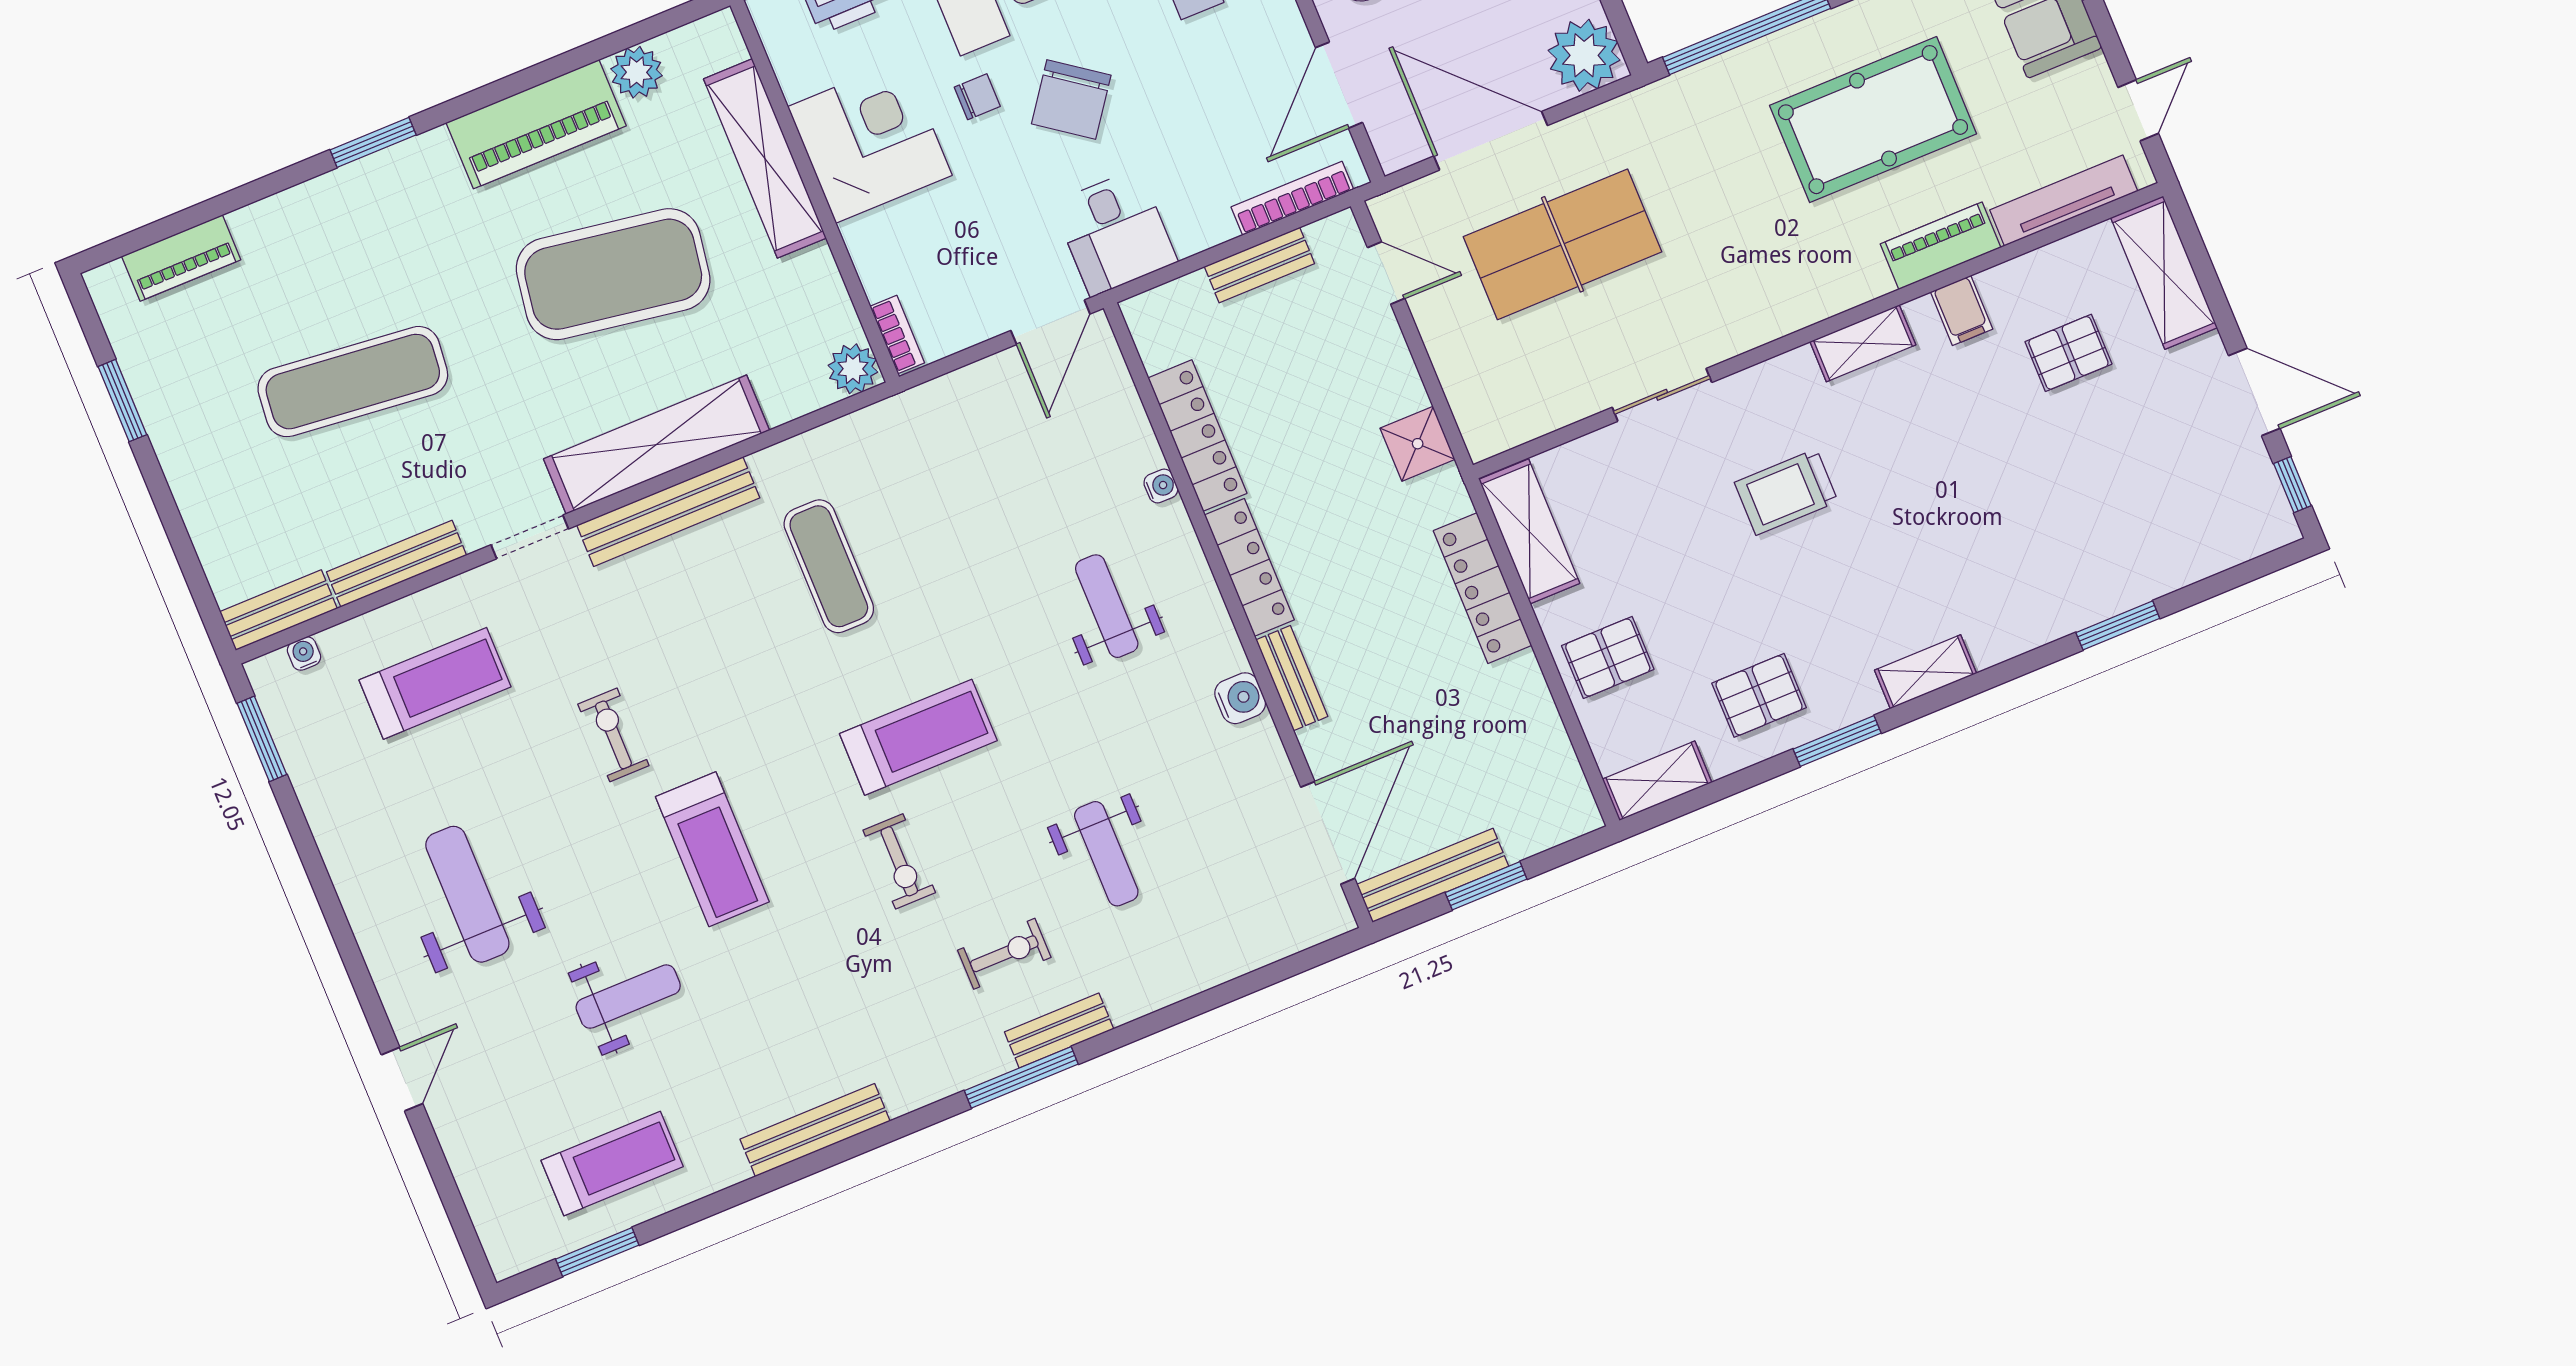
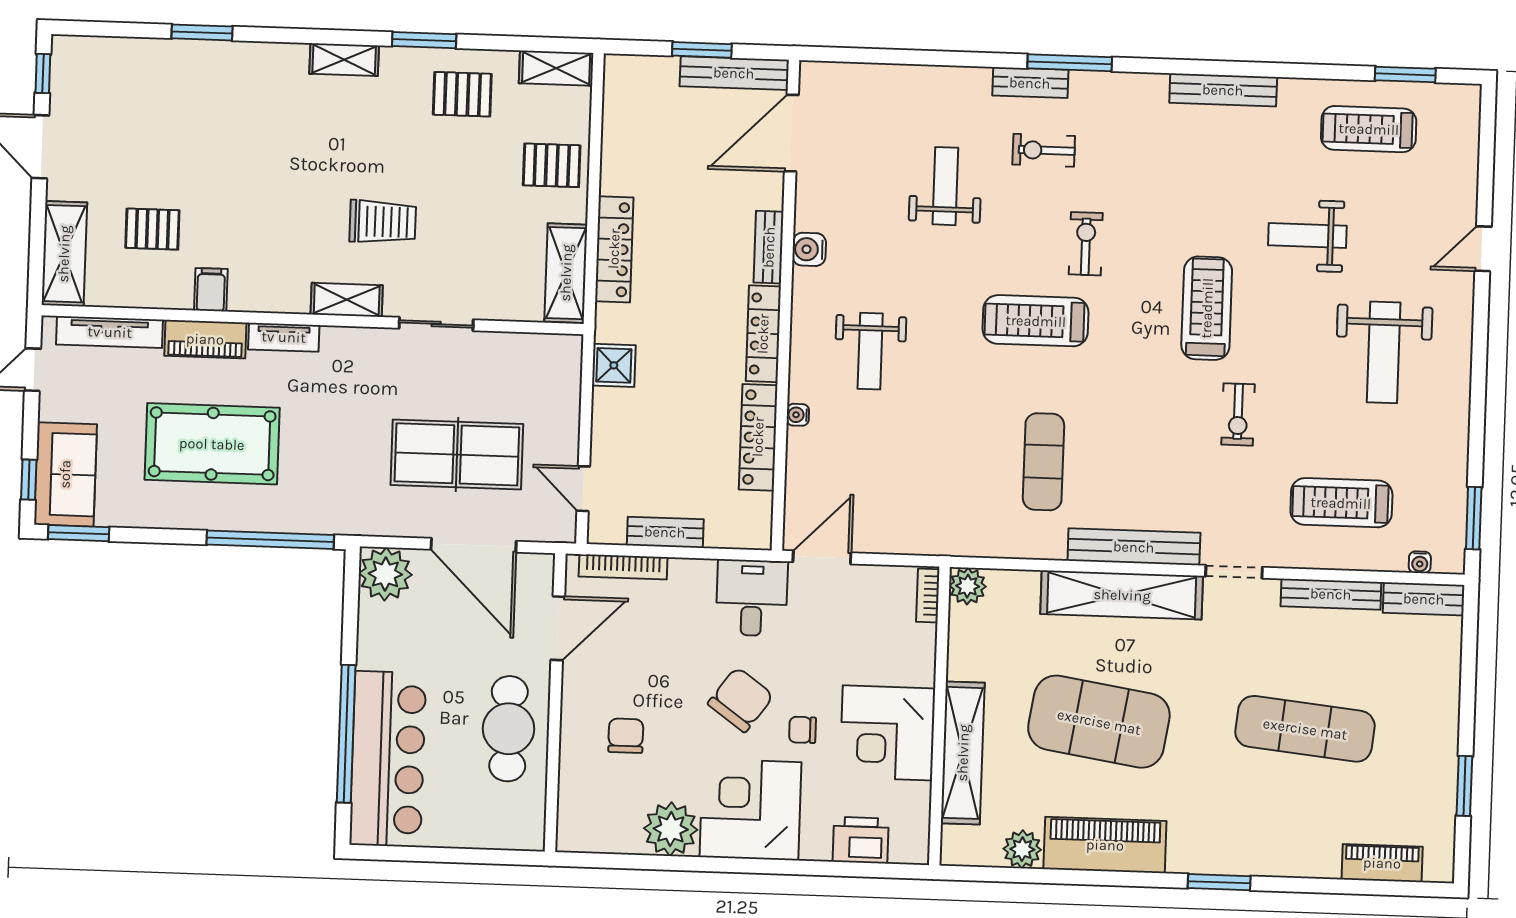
tv unit: (1844, 292) -> (284, 337), added
shelving: (1863, 343) -> (347, 300), moved

